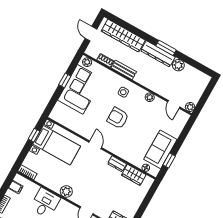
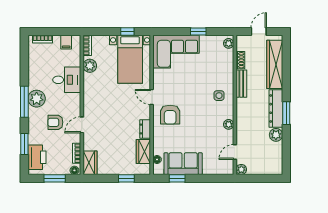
corner sofa: (80, 89) -> (176, 52), moved
armchair: (118, 118) -> (170, 115), moved, turned 180
door: (95, 145) -> (152, 97), swing flipped
plant: (66, 191) -> (90, 66), moved
window: (147, 200) -> (126, 178), added

